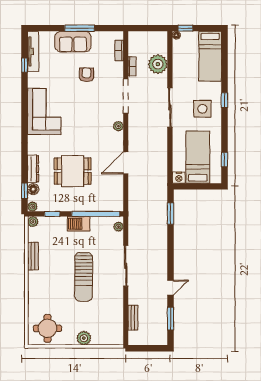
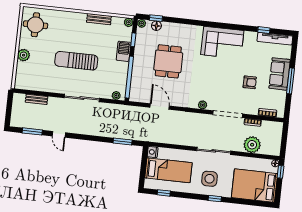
bed: (210, 56) -> (255, 186), width x1.50
door: (126, 163) -> (160, 107), moved
dresser: (33, 169) -> (174, 28), removed
barbecue: (79, 224) -> (124, 51), moved

